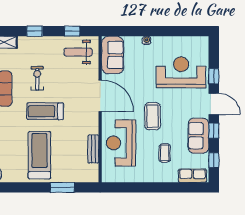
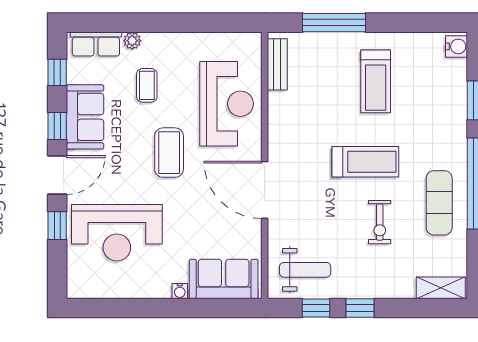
window: (35, 31) -> (360, 308), moved
sofa: (113, 55) -> (224, 279), moved, turned 90
door: (214, 104) -> (57, 175), swing flipped
bench: (93, 149) -> (277, 64), moved
treadmill: (39, 155) -> (376, 81), width x0.73, depth x0.73
plant: (173, 177) -> (132, 41), added
window: (62, 187) -> (334, 23), width x1.44

